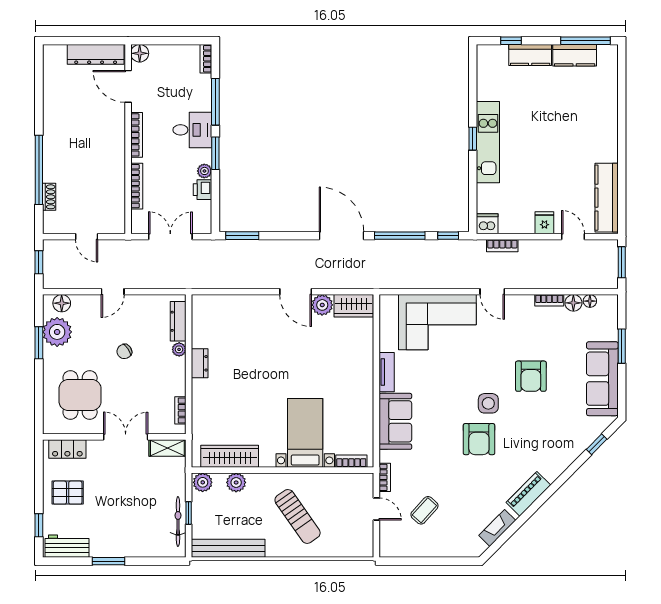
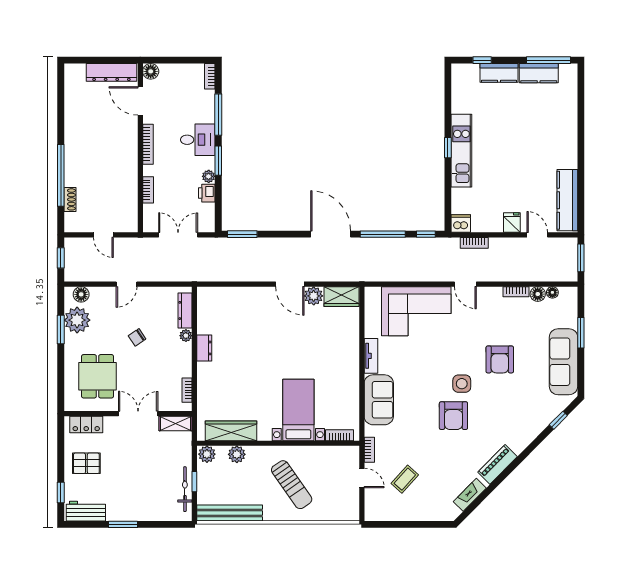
bookcase: (137, 186) -> (148, 190), width x0.64

